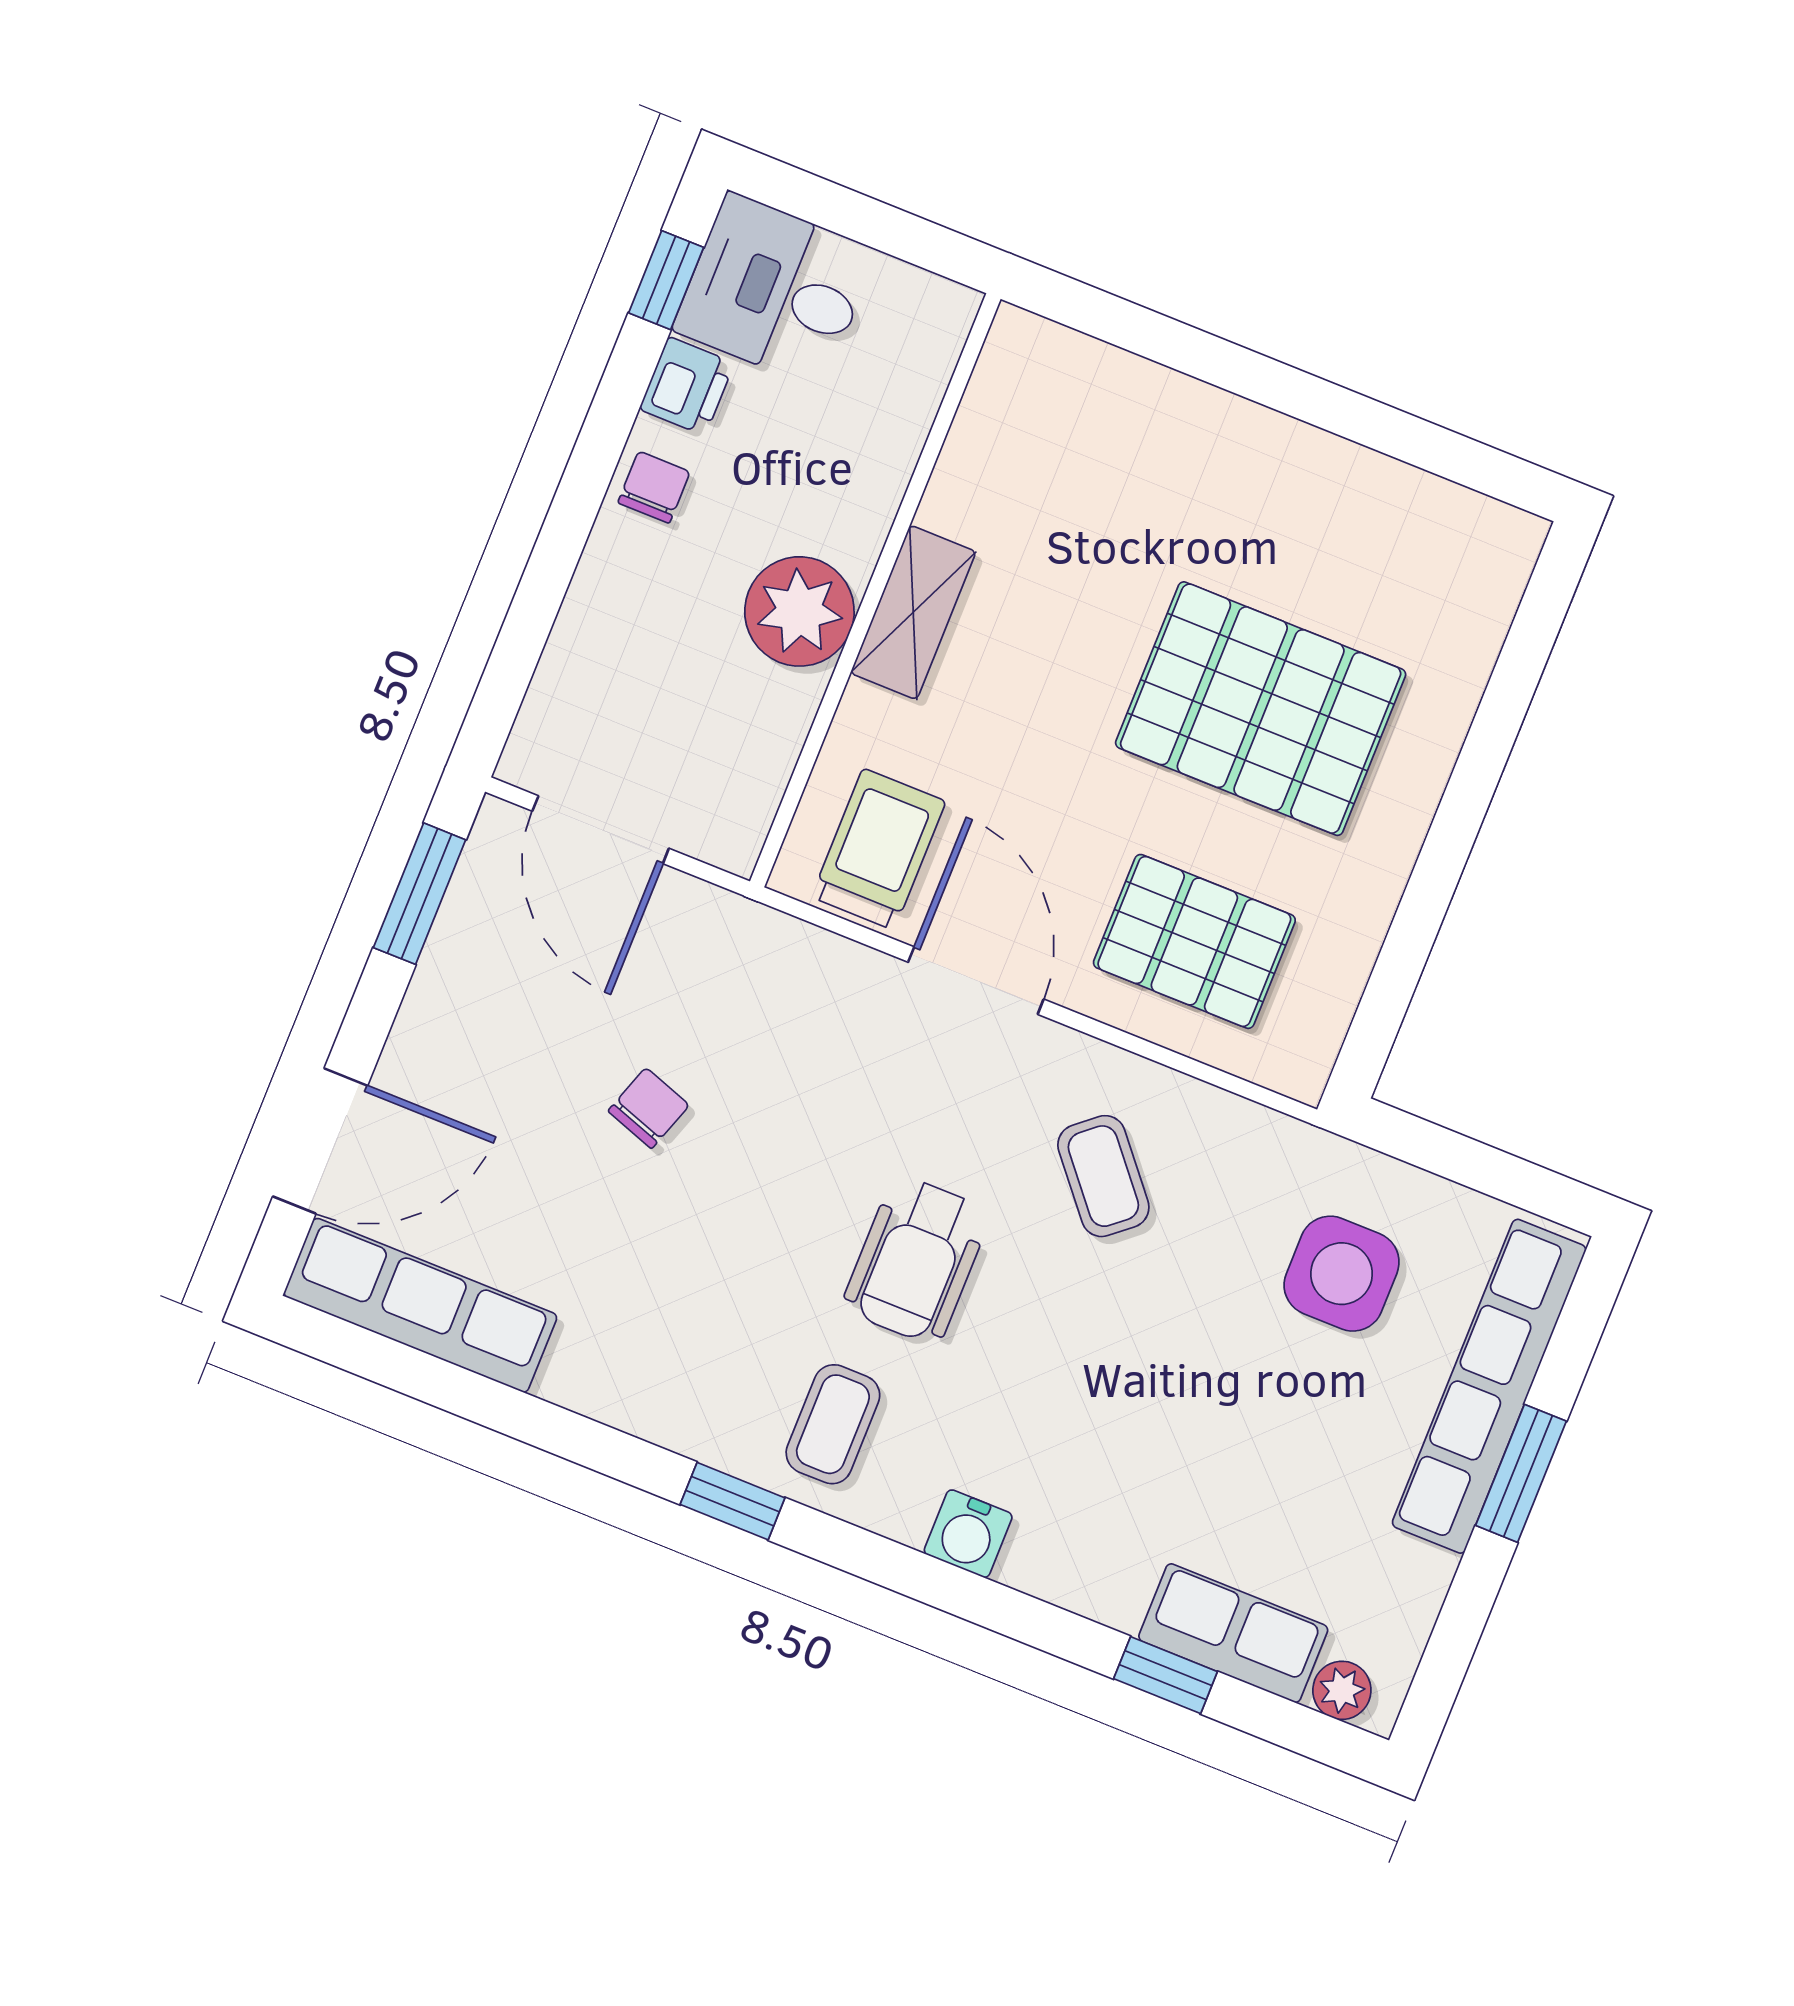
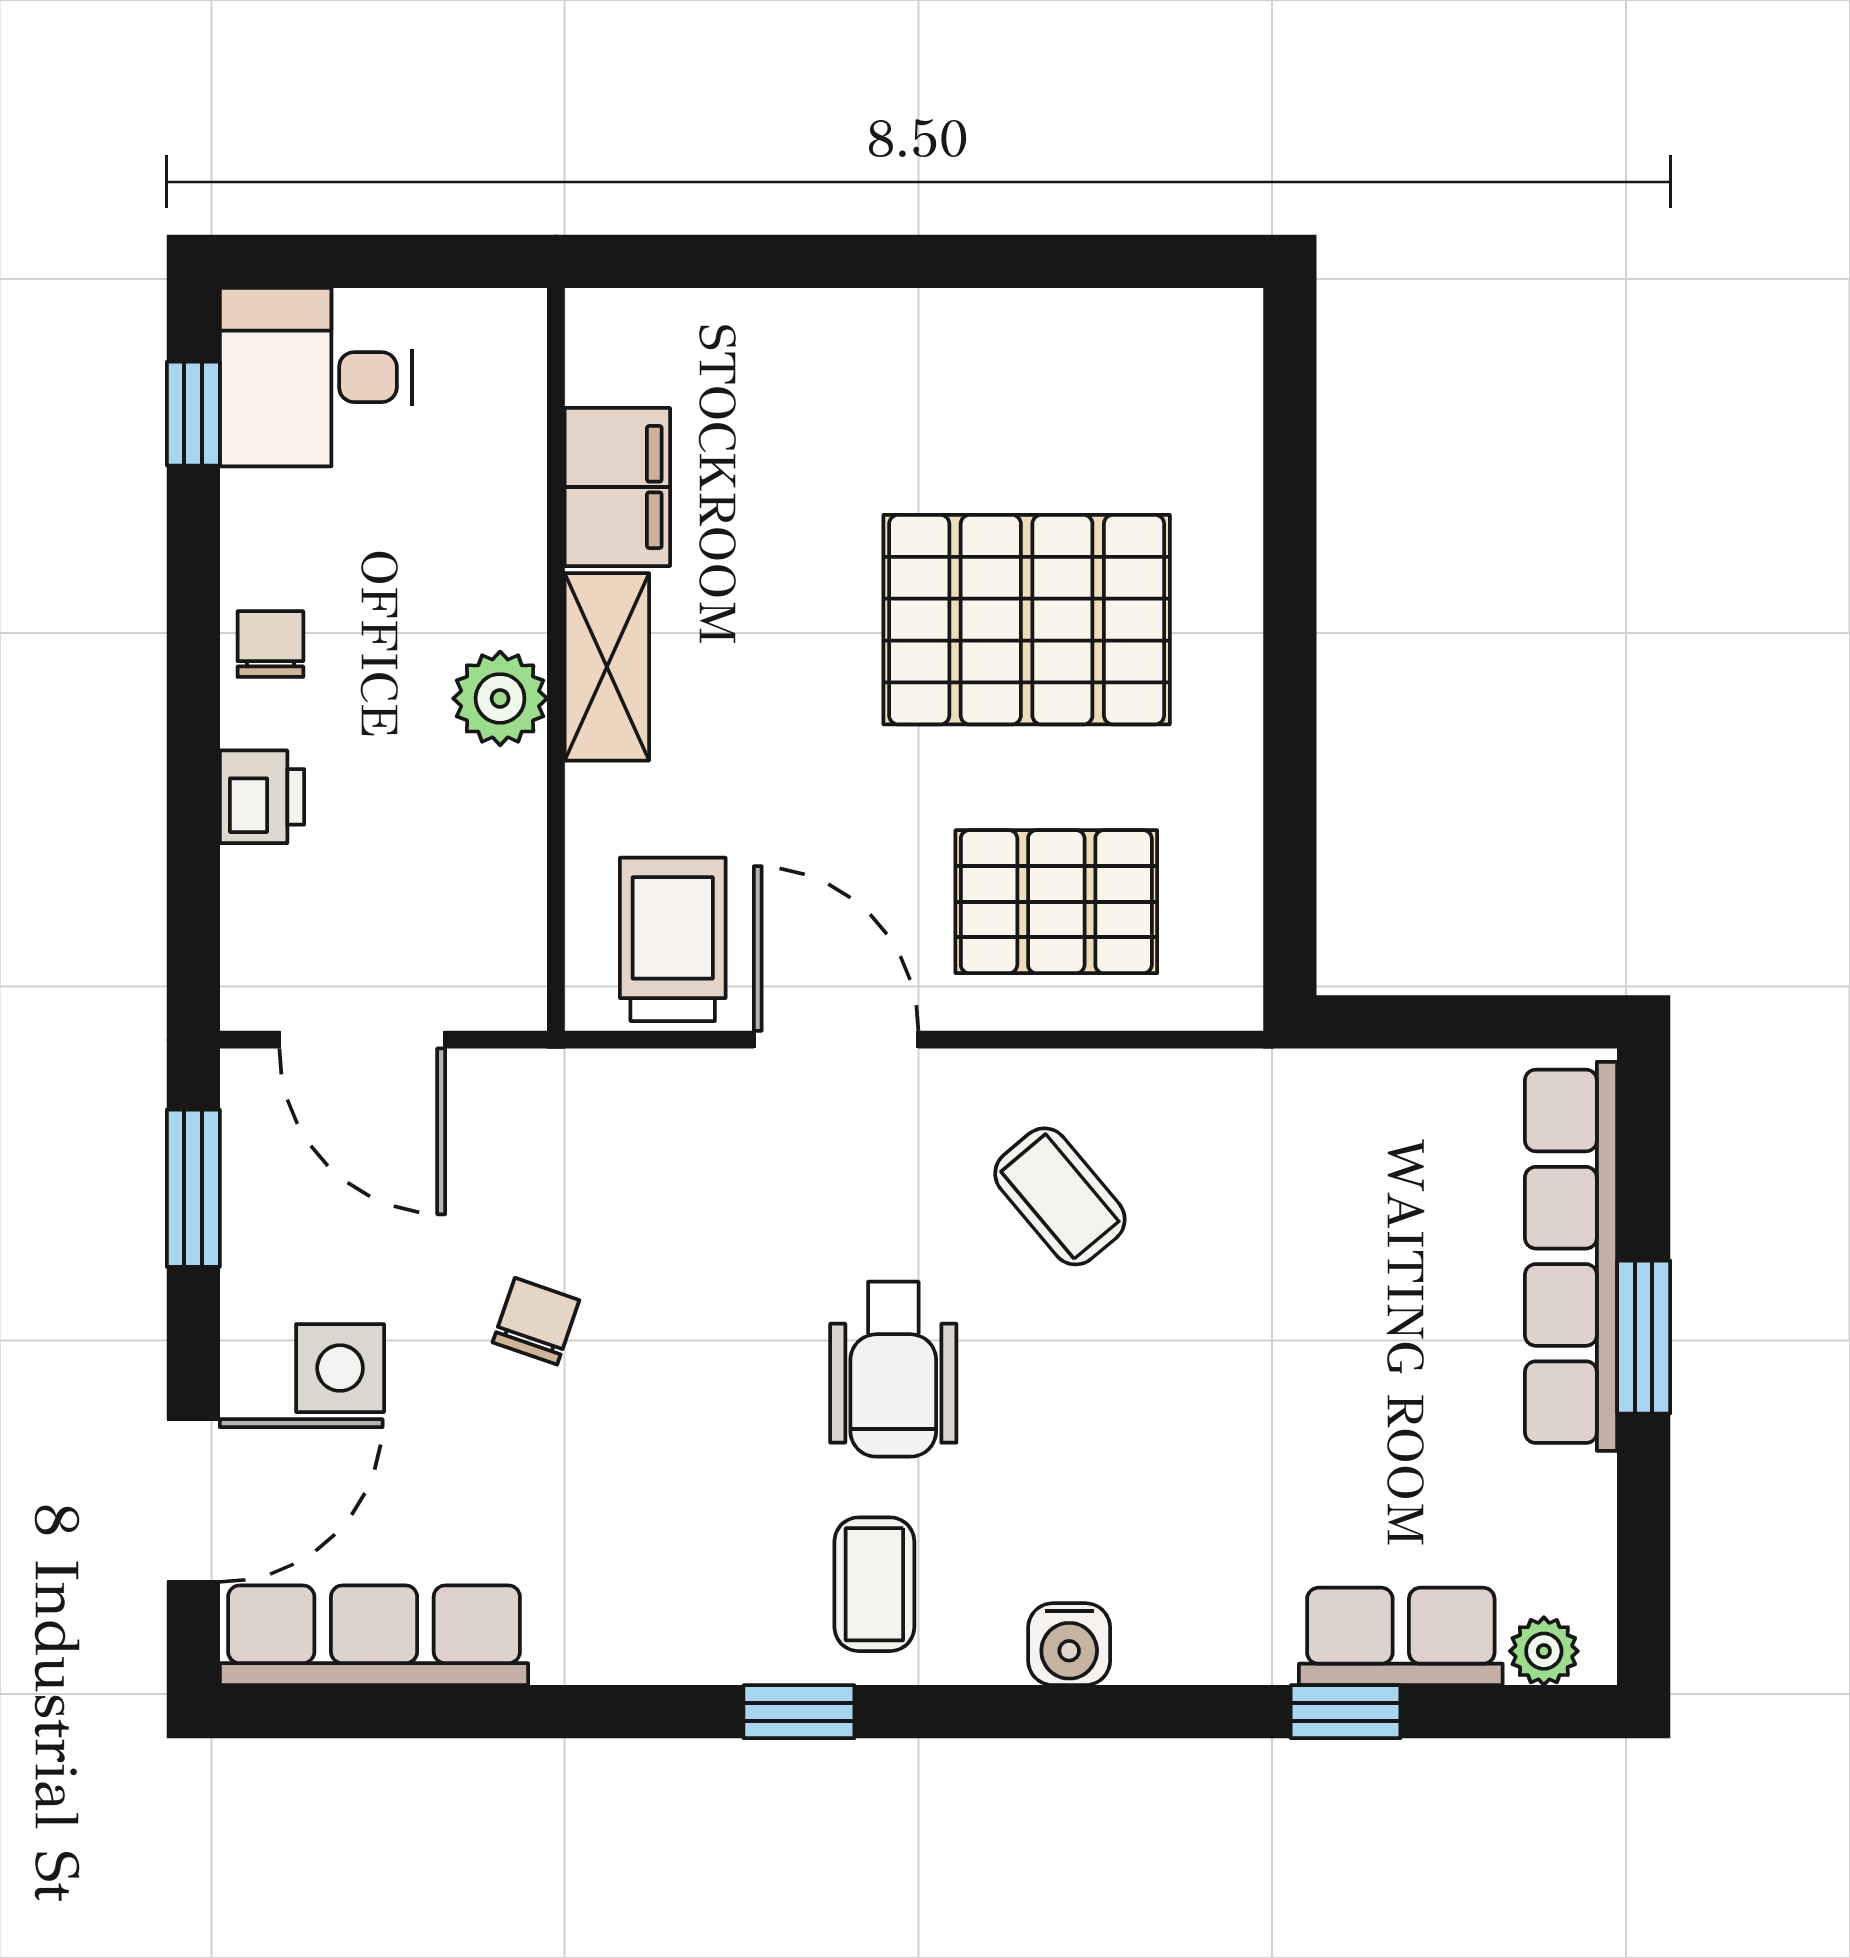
printer: (687, 386) -> (262, 797), moved
filing cabinet: (979, 473) -> (617, 487), added
plant: (799, 611) -> (500, 698), width x0.73, depth x0.73
side table: (1342, 1274) -> (340, 1368), moved, width x0.73, depth x0.73

